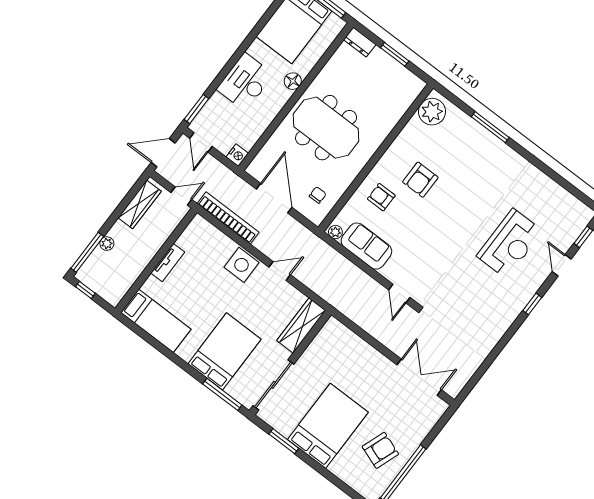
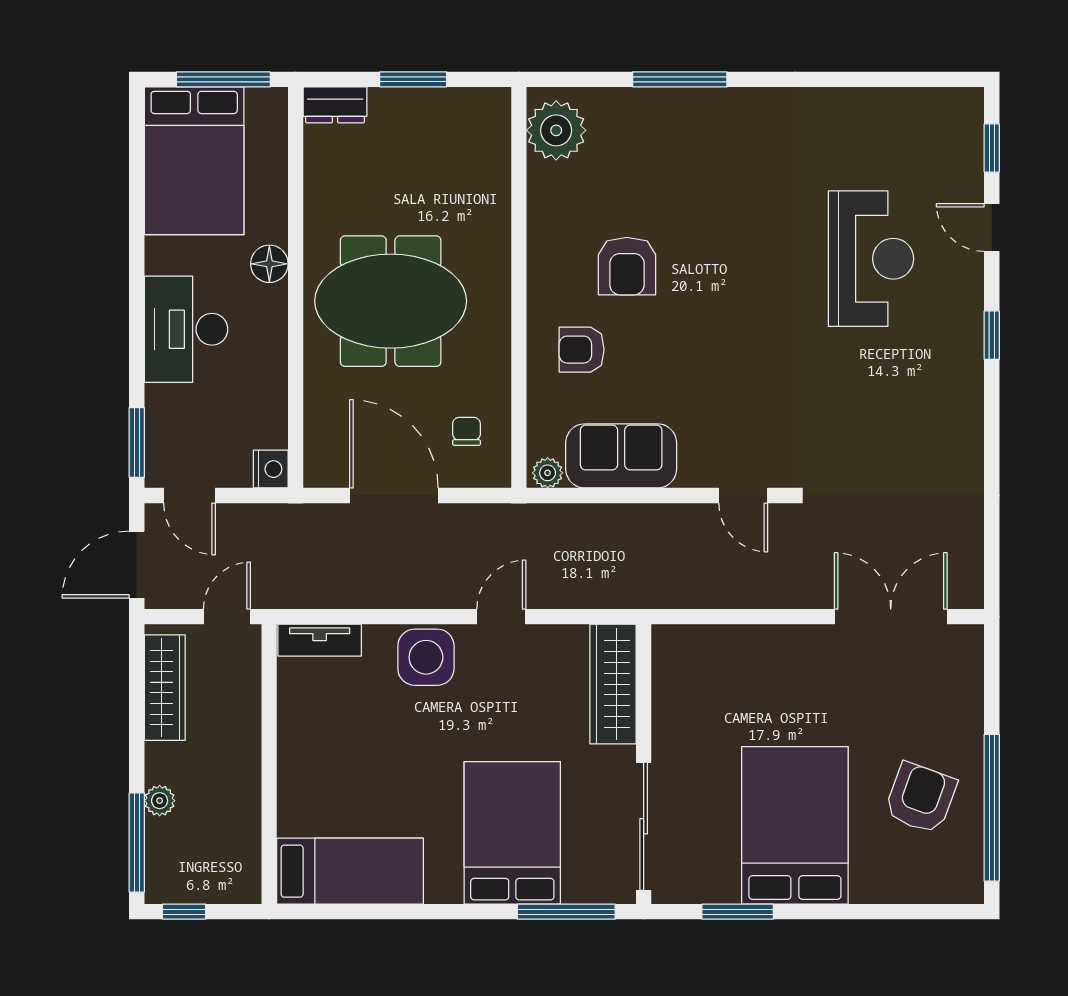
bookcase: (228, 218) -> (339, 592), removed
tv unit: (168, 263) -> (320, 640), moved, turned 90

